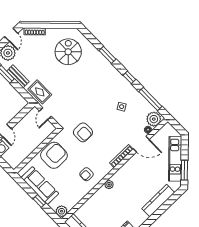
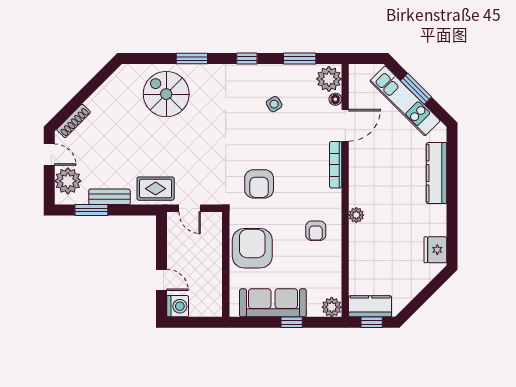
spiral stairs: (68, 52) -> (166, 94), moved
window: (150, 99) -> (300, 59), width x0.69
armchair: (83, 132) -> (259, 184), turned 90
window: (184, 170) -> (416, 89), moved

